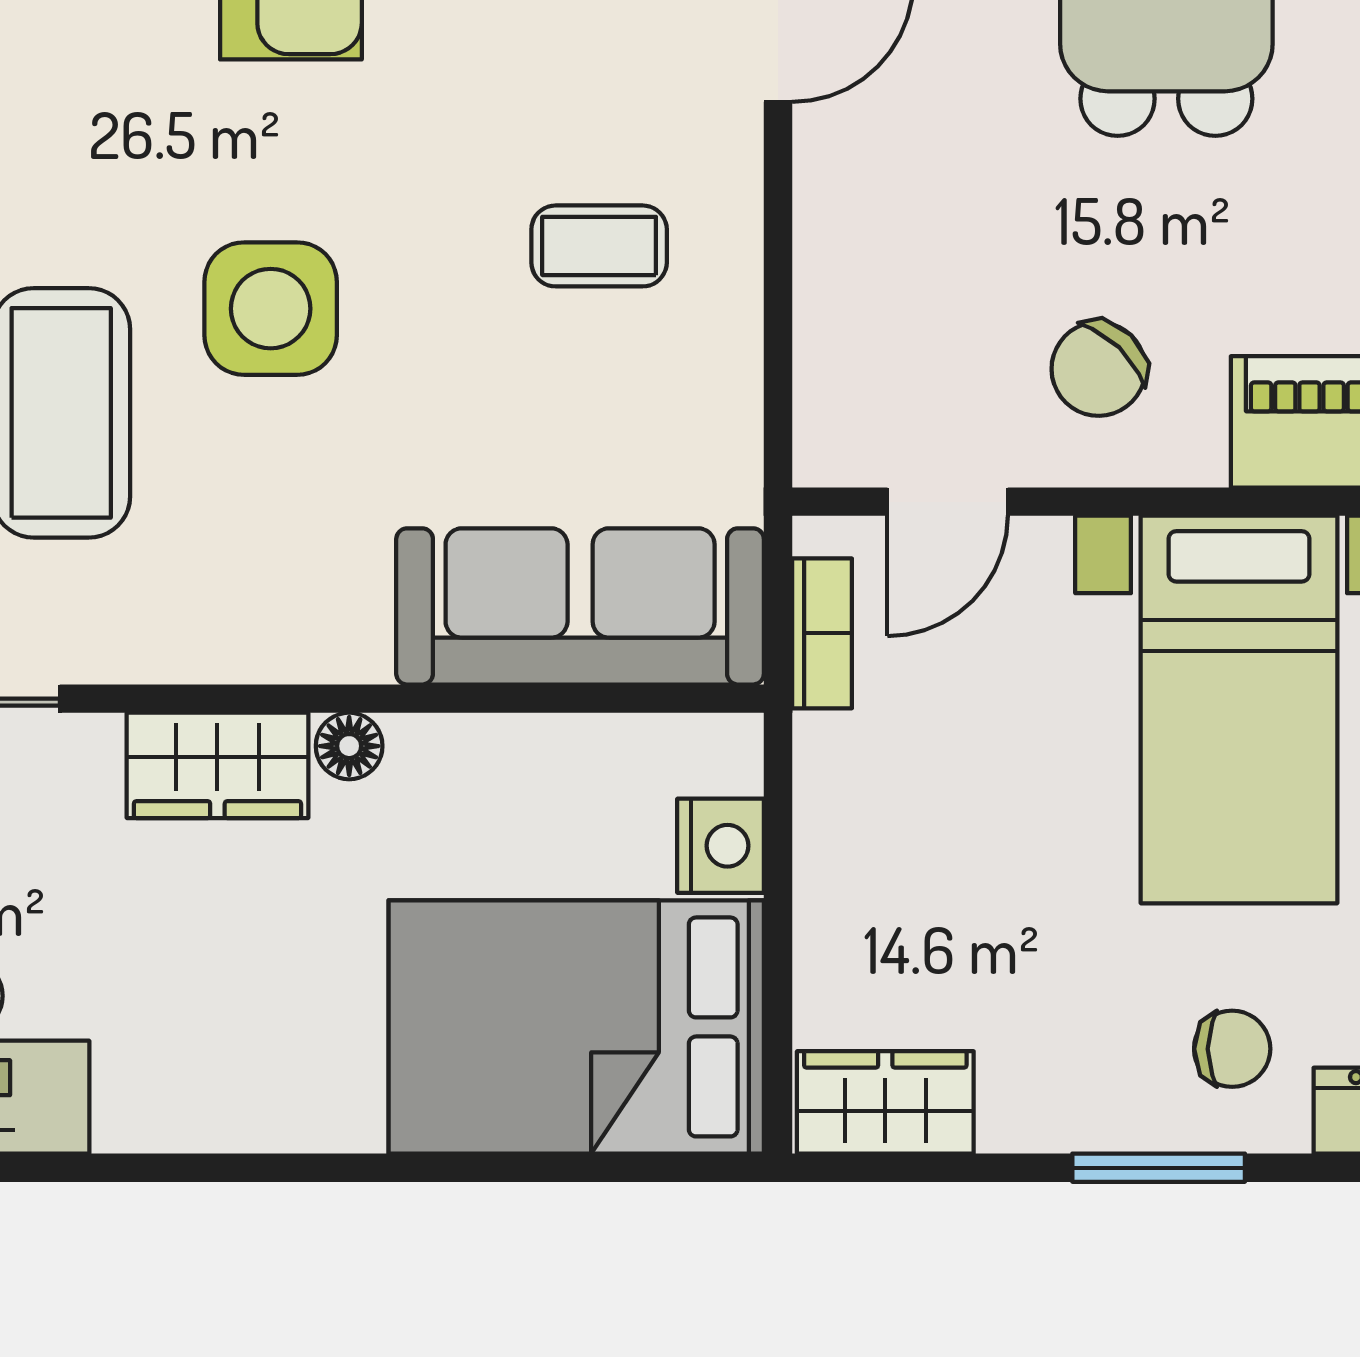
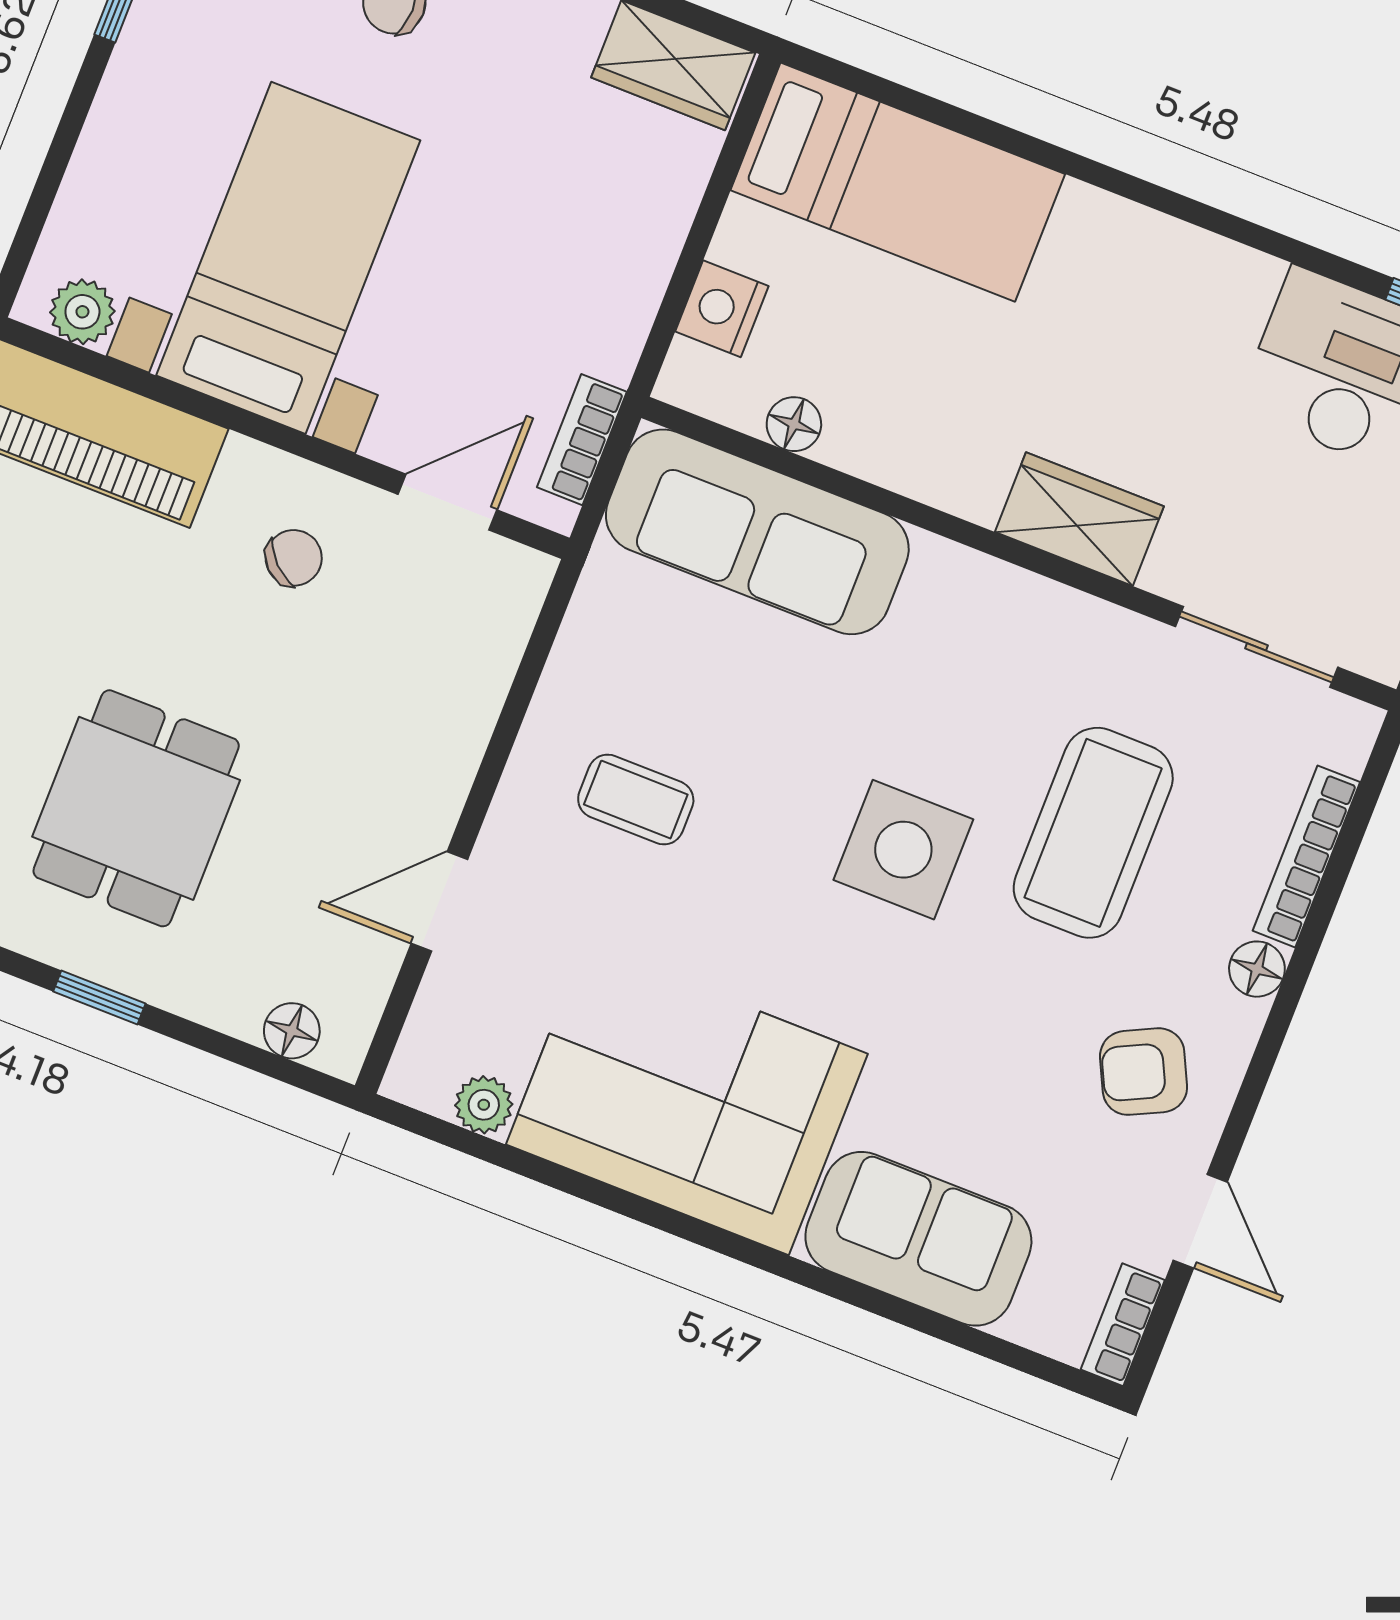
chair: (1098, 369) -> (294, 558), width x0.73, depth x0.73
floor lamp: (349, 746) -> (794, 424), moved
bed: (576, 1027) -> (898, 182), width x0.67

